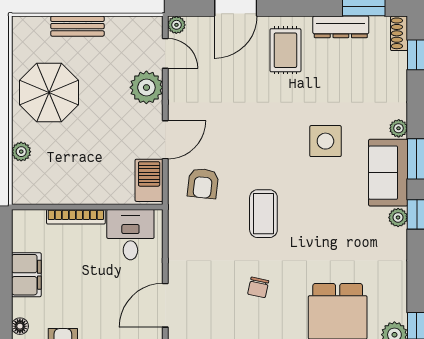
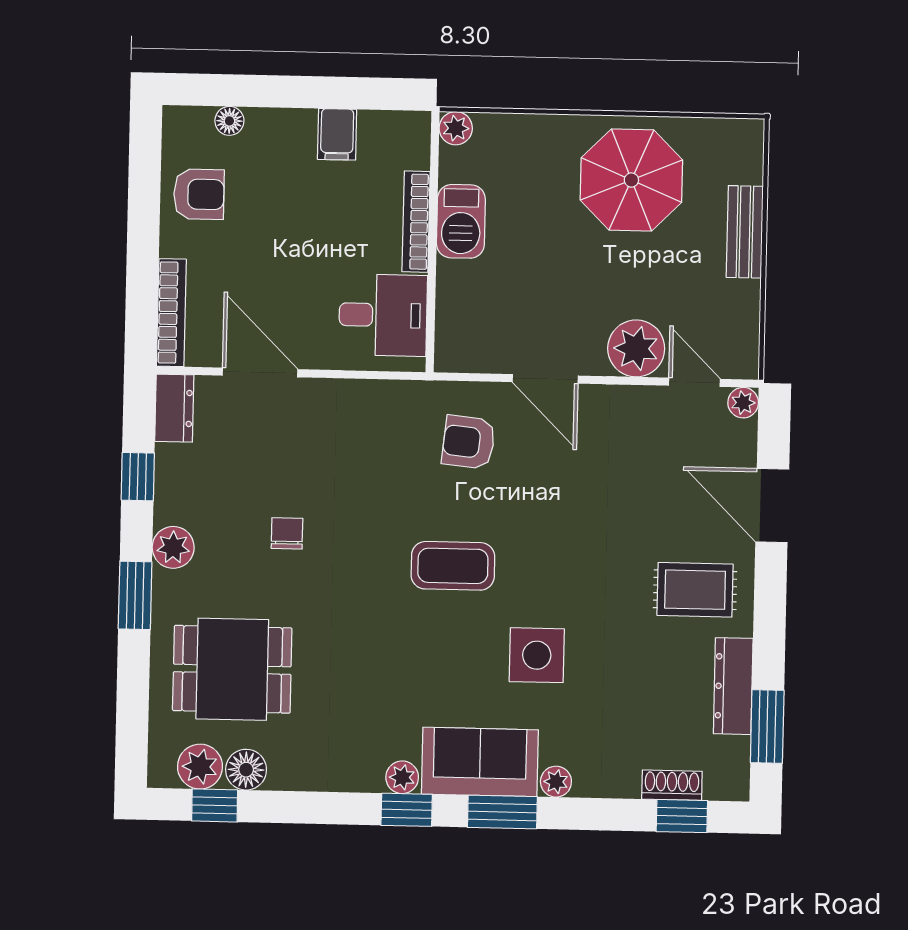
shoe rack: (399, 33) -> (672, 785), moved
door: (165, 53) -> (694, 382), swing flipped
plant: (21, 152) -> (456, 128), moved
barbecue: (149, 180) -> (461, 221), moved, turned 90
coffee table: (263, 214) -> (453, 566), moved
filing cabinet: (26, 275) -> (337, 134), width x0.50
chair: (258, 287) -> (287, 533), turned 78
floor lamp: (396, 308) -> (246, 770), added

